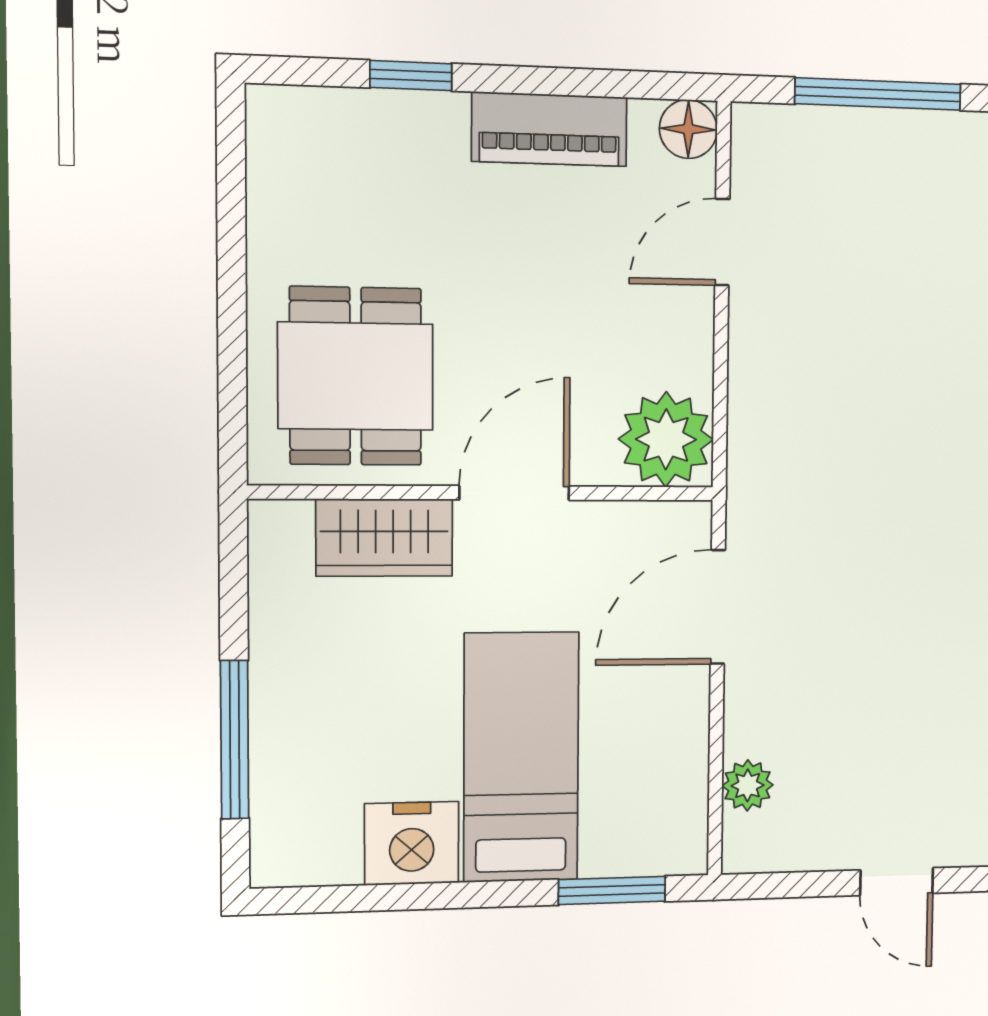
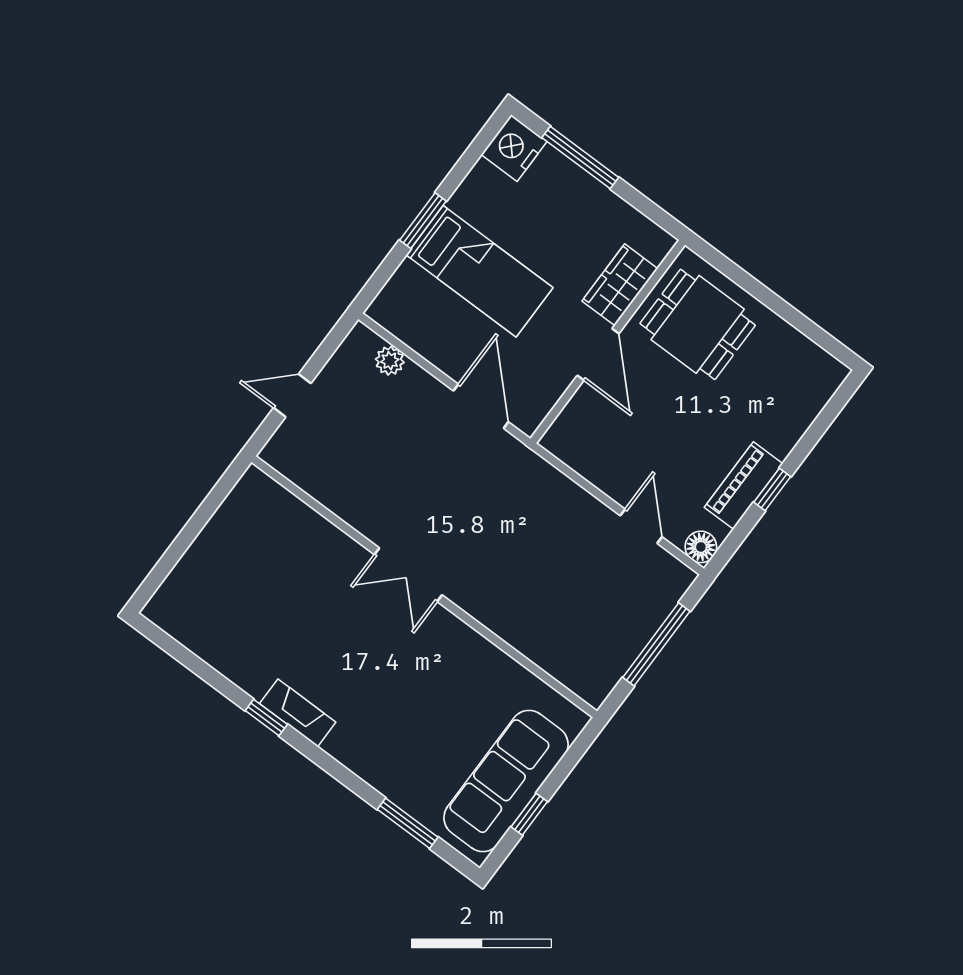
window: (411, 76) -> (772, 489), moved
plant: (666, 439) -> (573, 438), removed
nightstand: (412, 843) -> (514, 148), moved
window: (612, 891) -> (423, 221), moved

